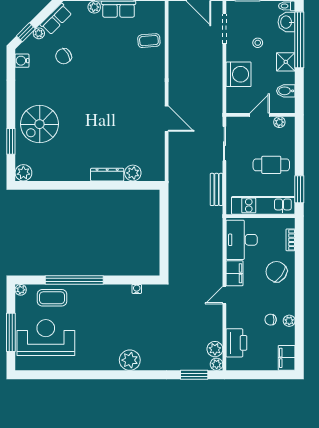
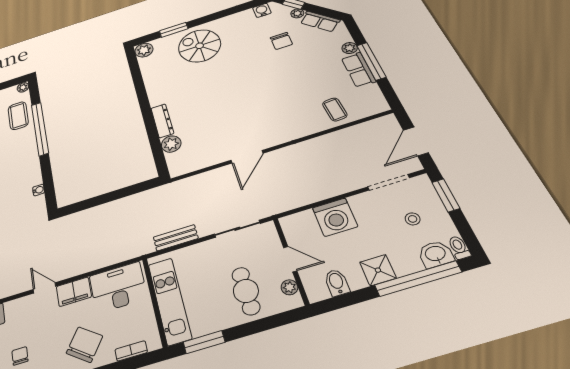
stool: (258, 43) -> (413, 219), moved
chair: (64, 56) -> (281, 41), turned -149
cafe table: (271, 165) -> (246, 291), moved

